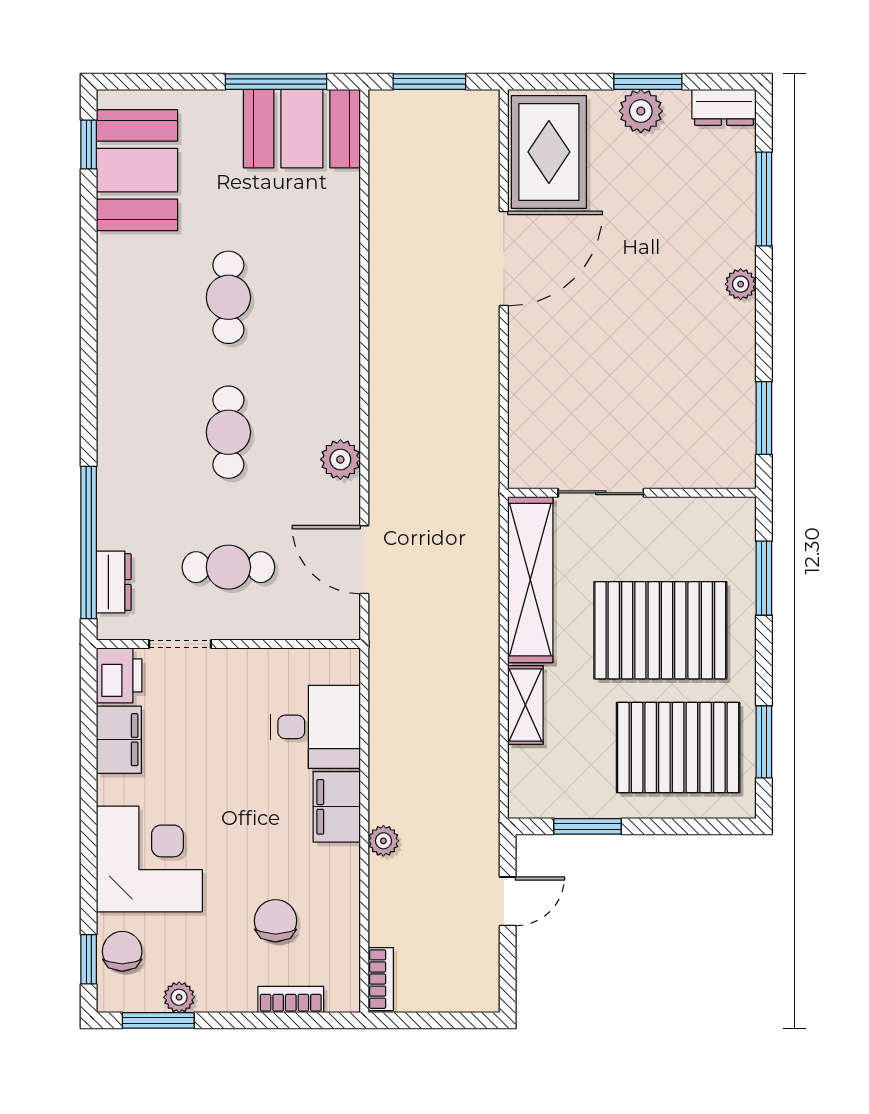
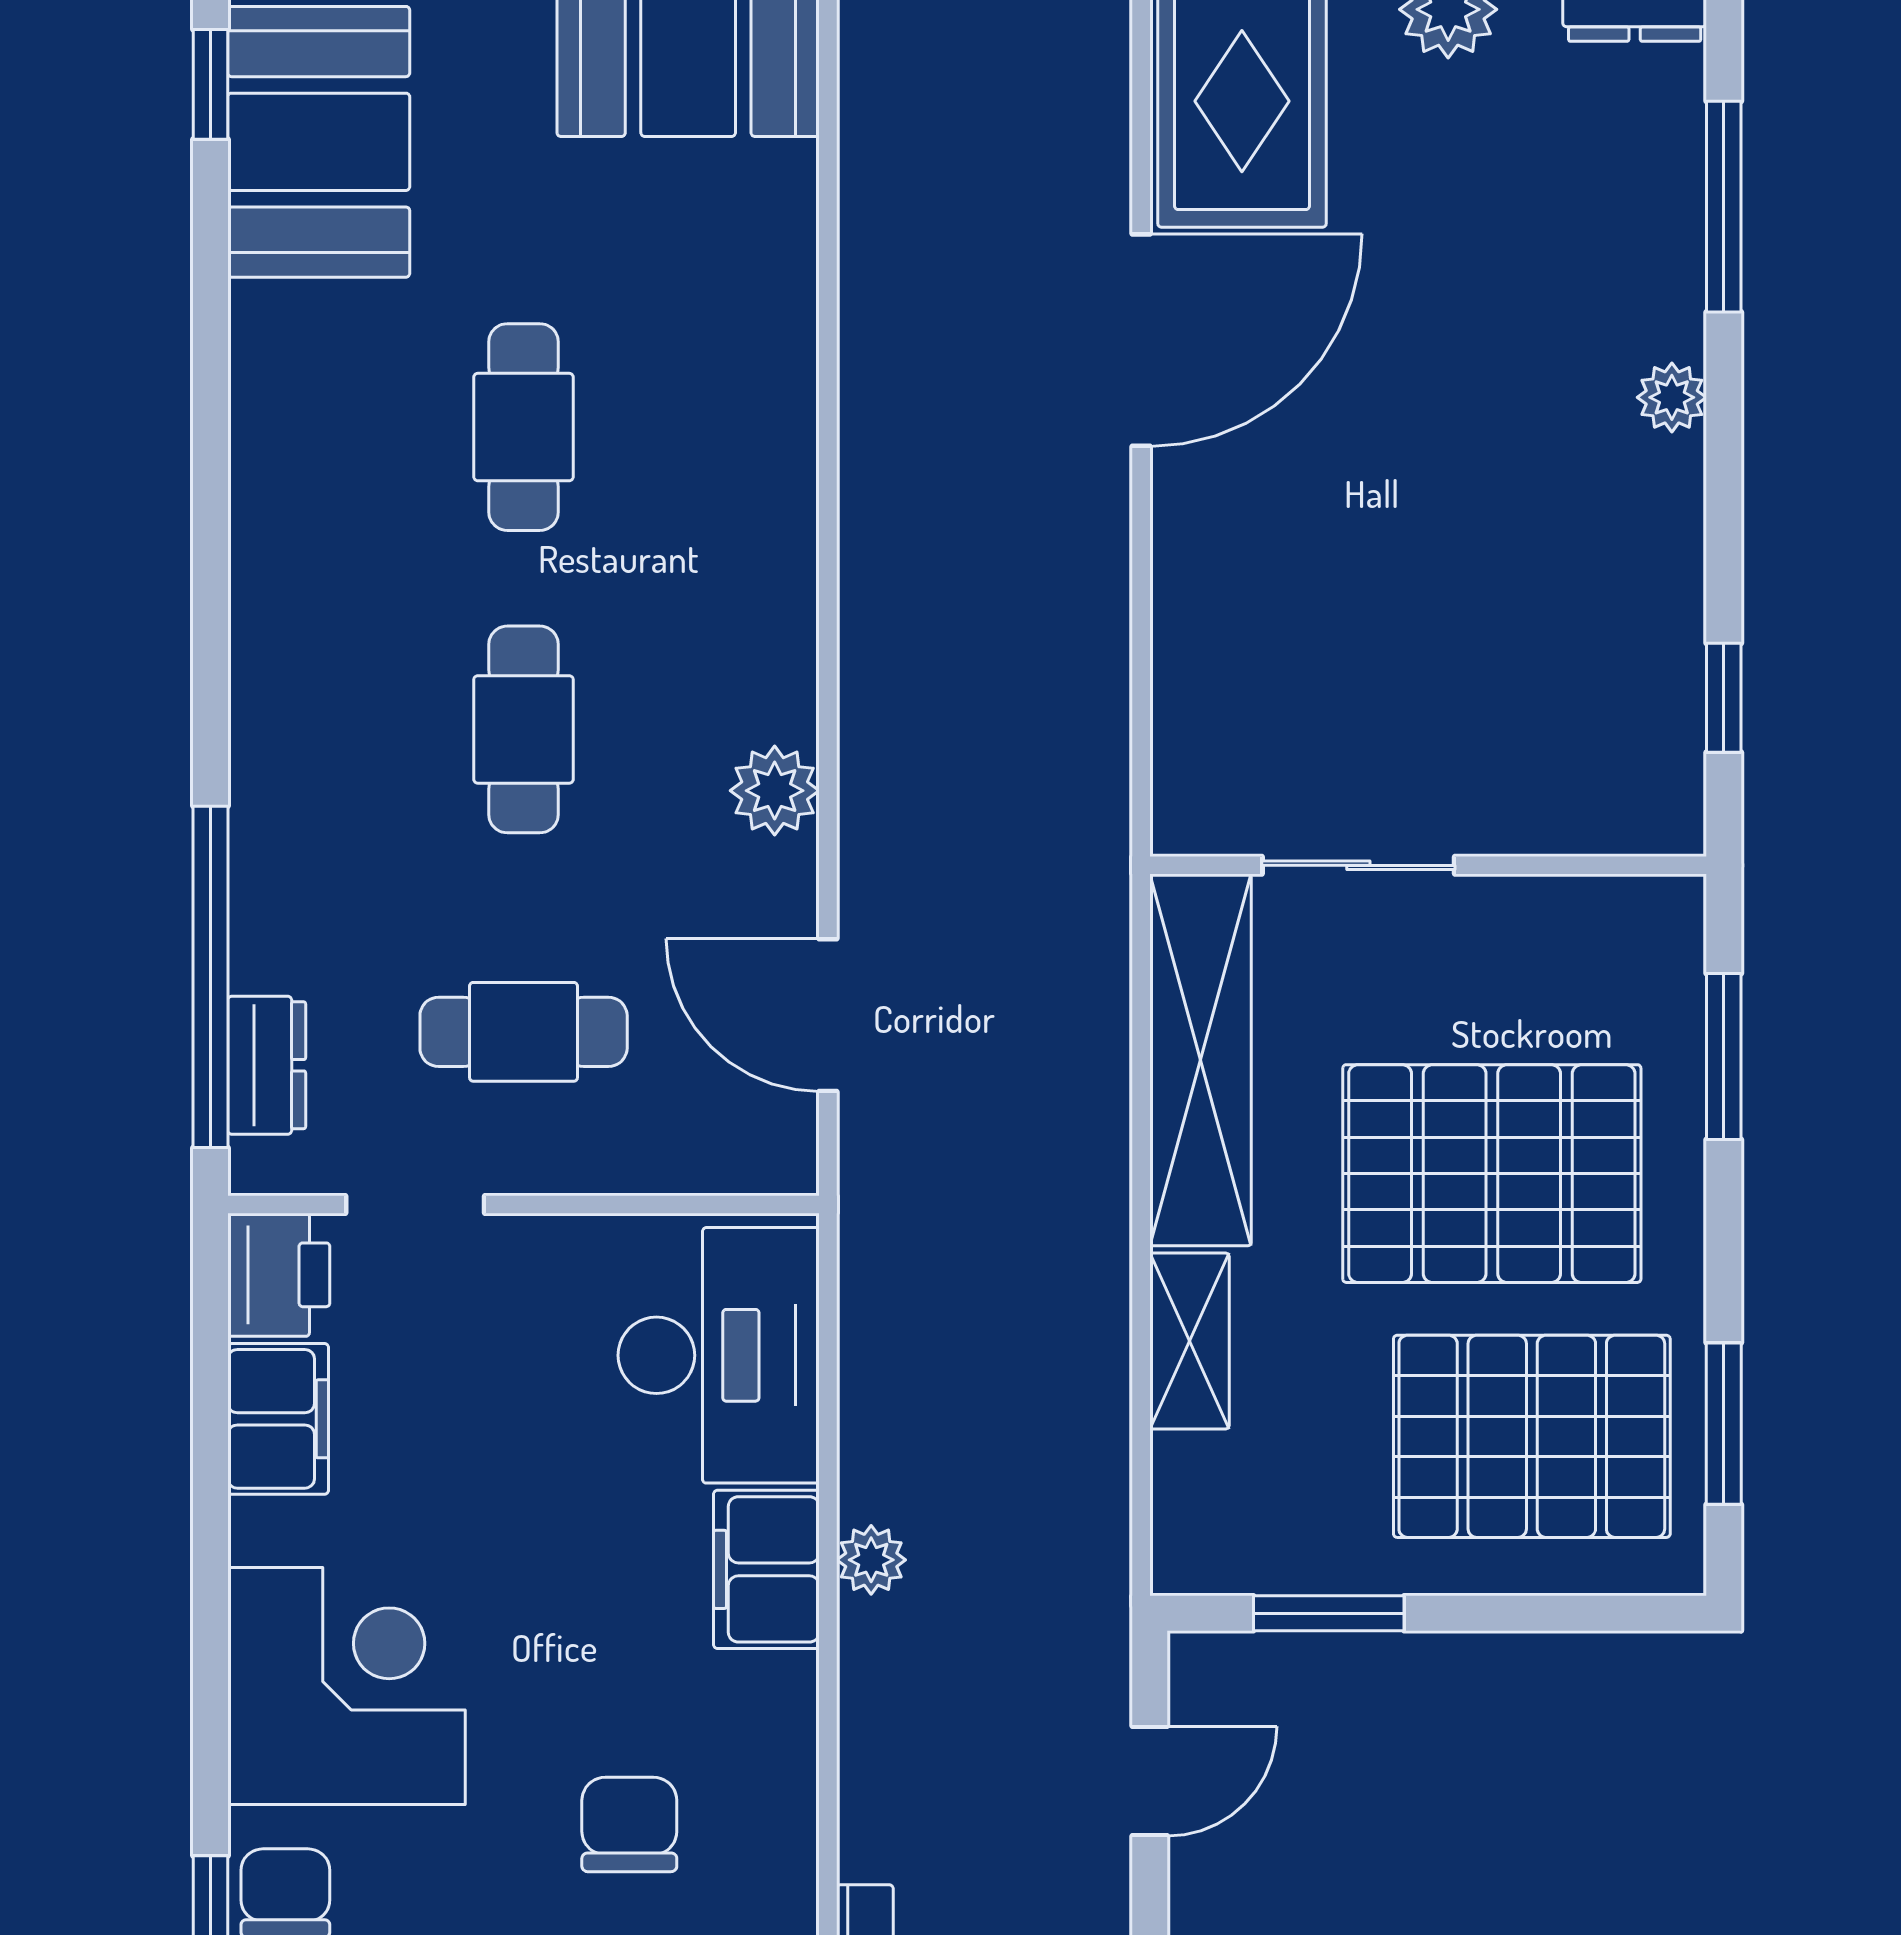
window: (764, 418) -> (1724, 698), width x0.67
desk: (315, 727) -> (719, 1355), width x1.37
plant: (383, 841) -> (871, 1560), moved

